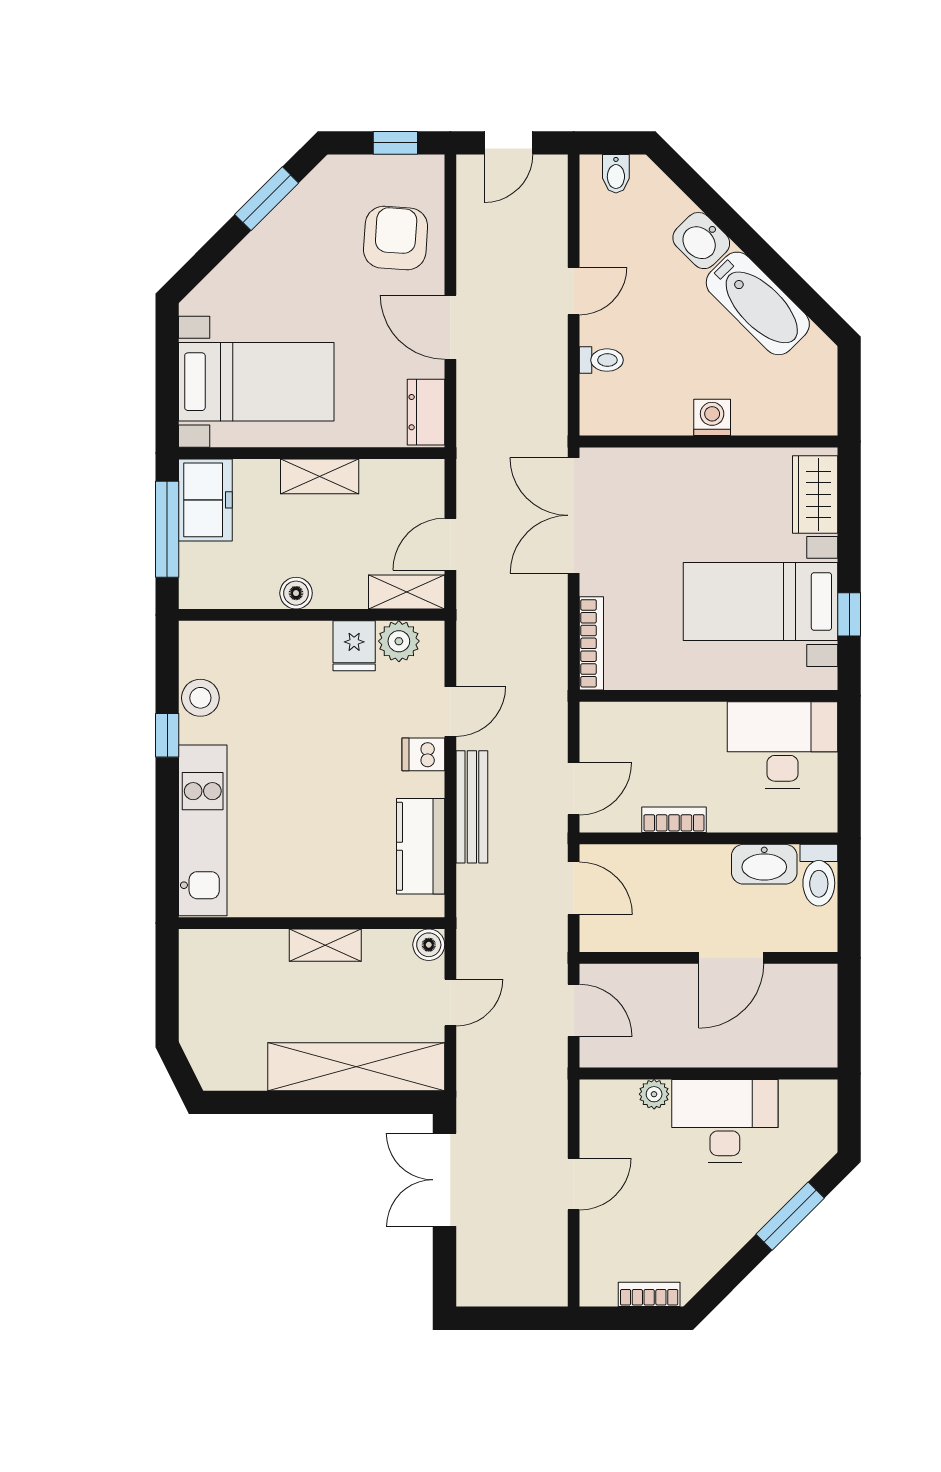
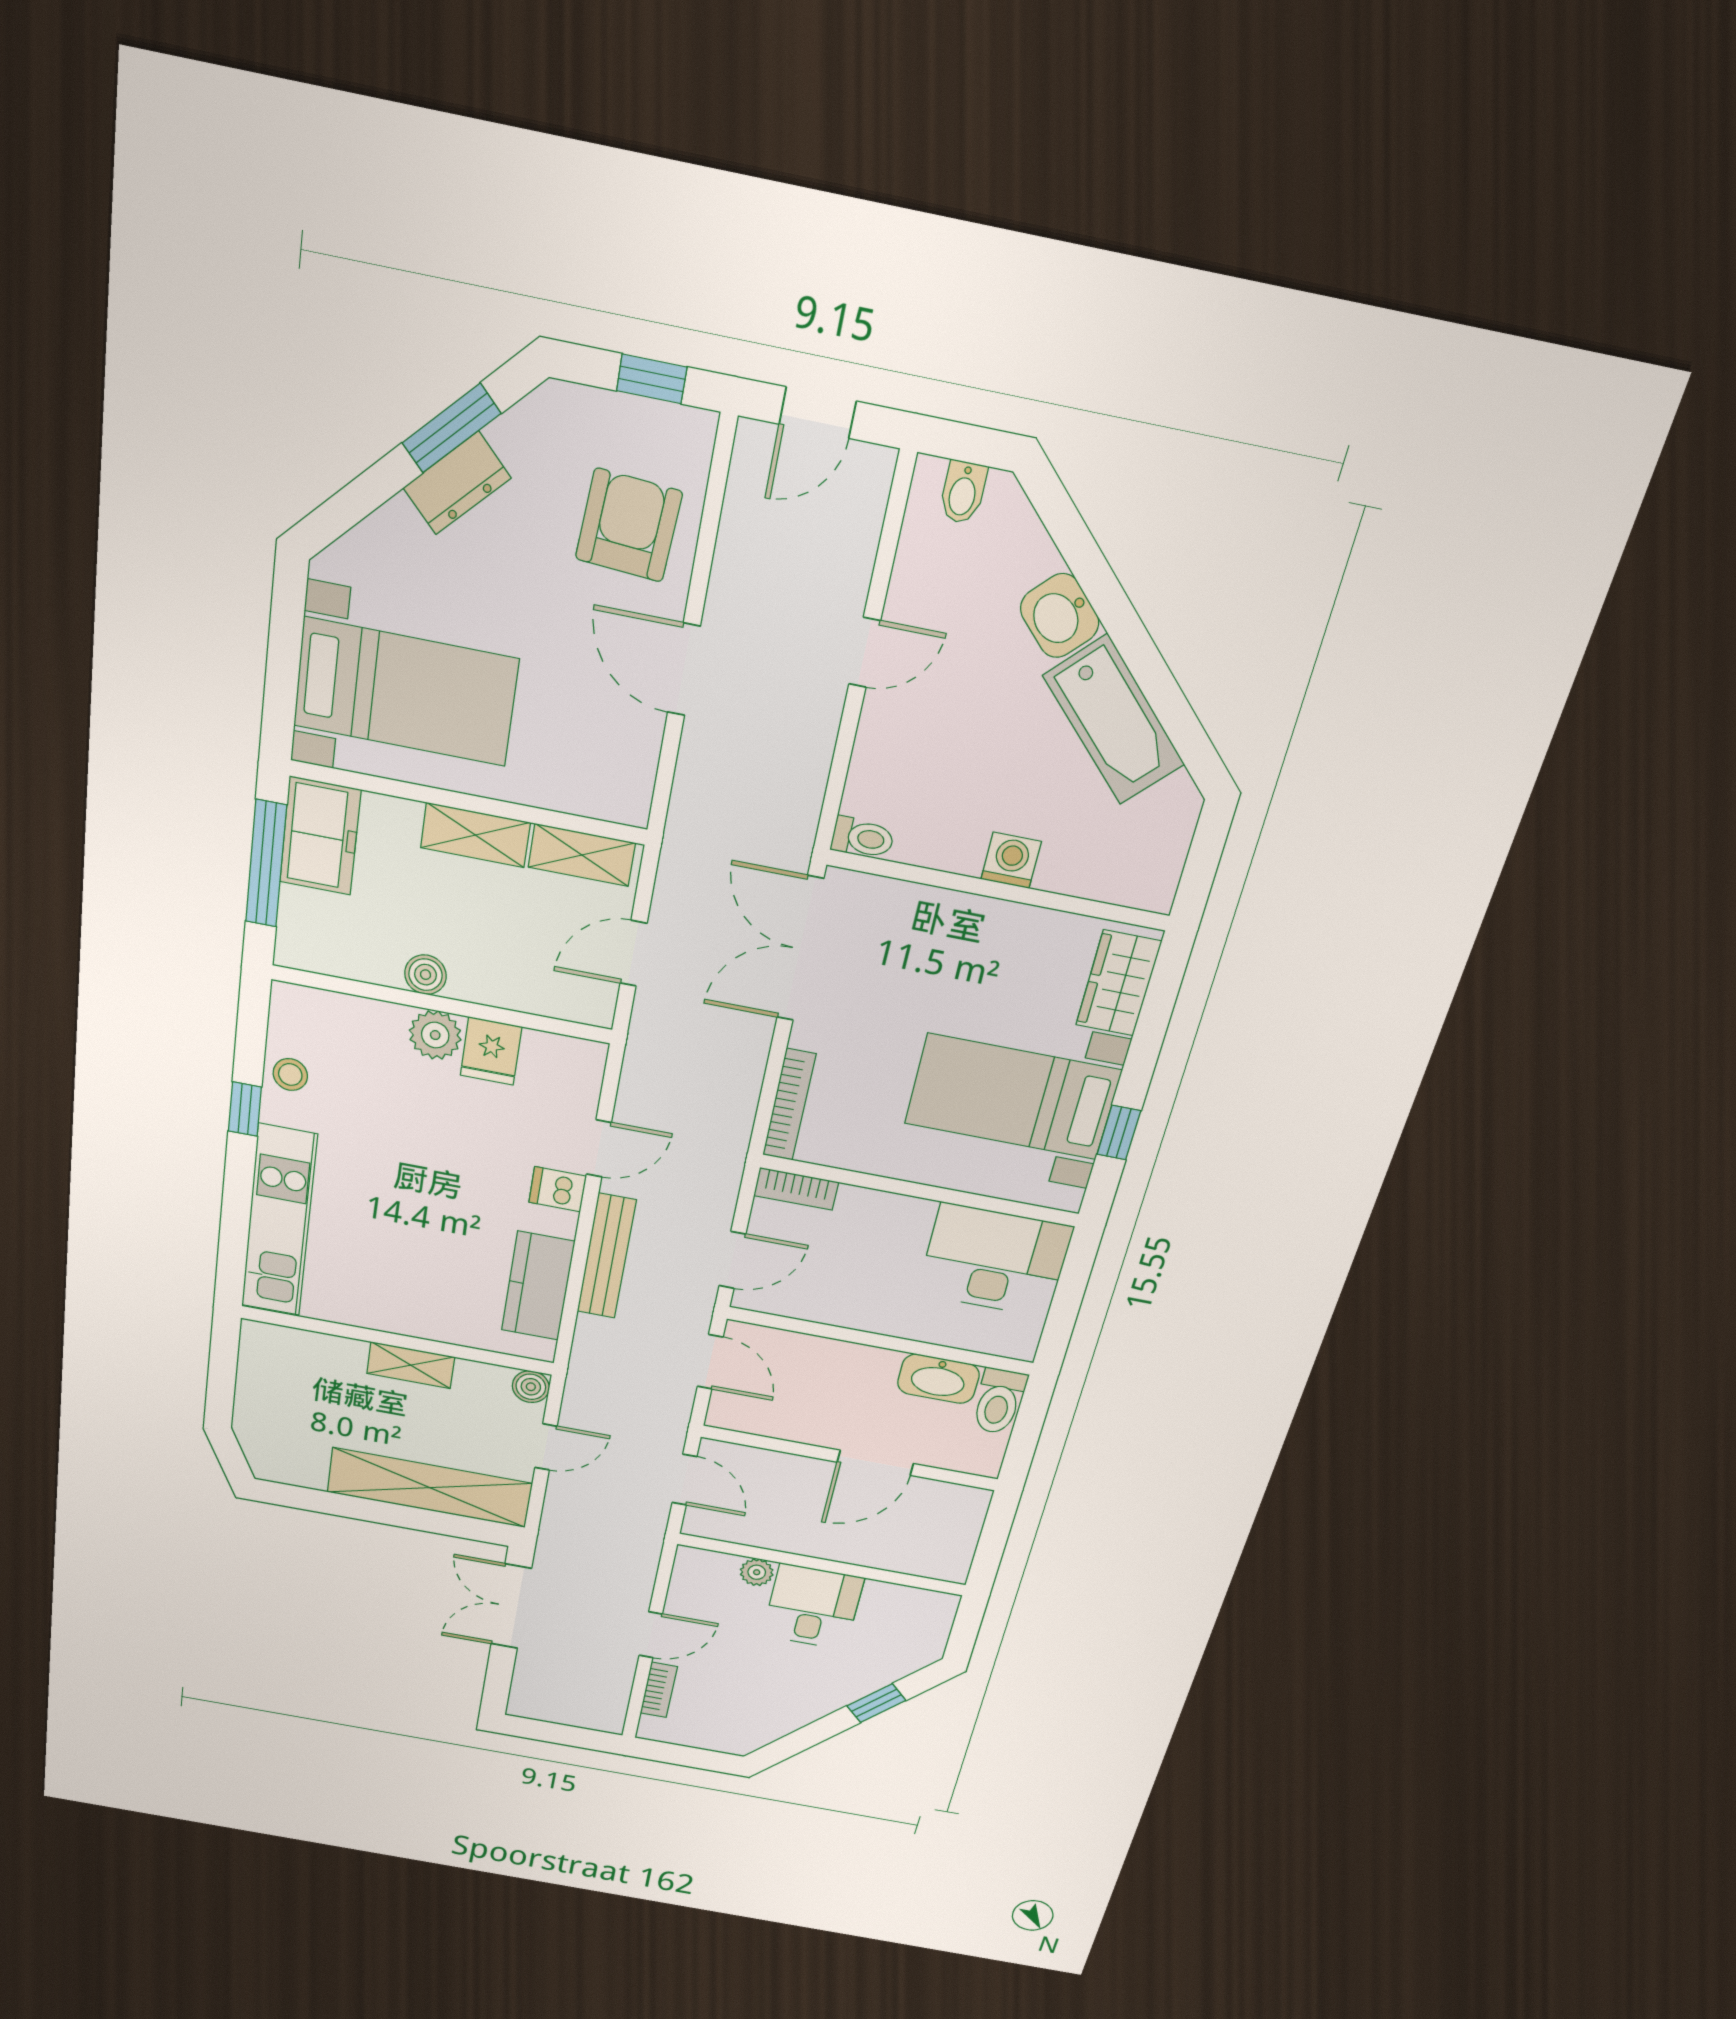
toilet: (601, 360) -> (863, 838), moved
dresser: (426, 412) -> (457, 483), moved, turned -135
shelving: (407, 592) -> (582, 855), moved
plant: (399, 641) -> (435, 1035), moved
stool: (200, 698) -> (290, 1075), width x0.73, depth x0.73
bookcase: (674, 820) -> (796, 1189), moved, turned 180
desk: (725, 1121) -> (813, 1607), width x0.73
window: (790, 1216) -> (876, 1703), width x0.67
bookcase: (649, 1294) -> (659, 1690), moved, turned 90

